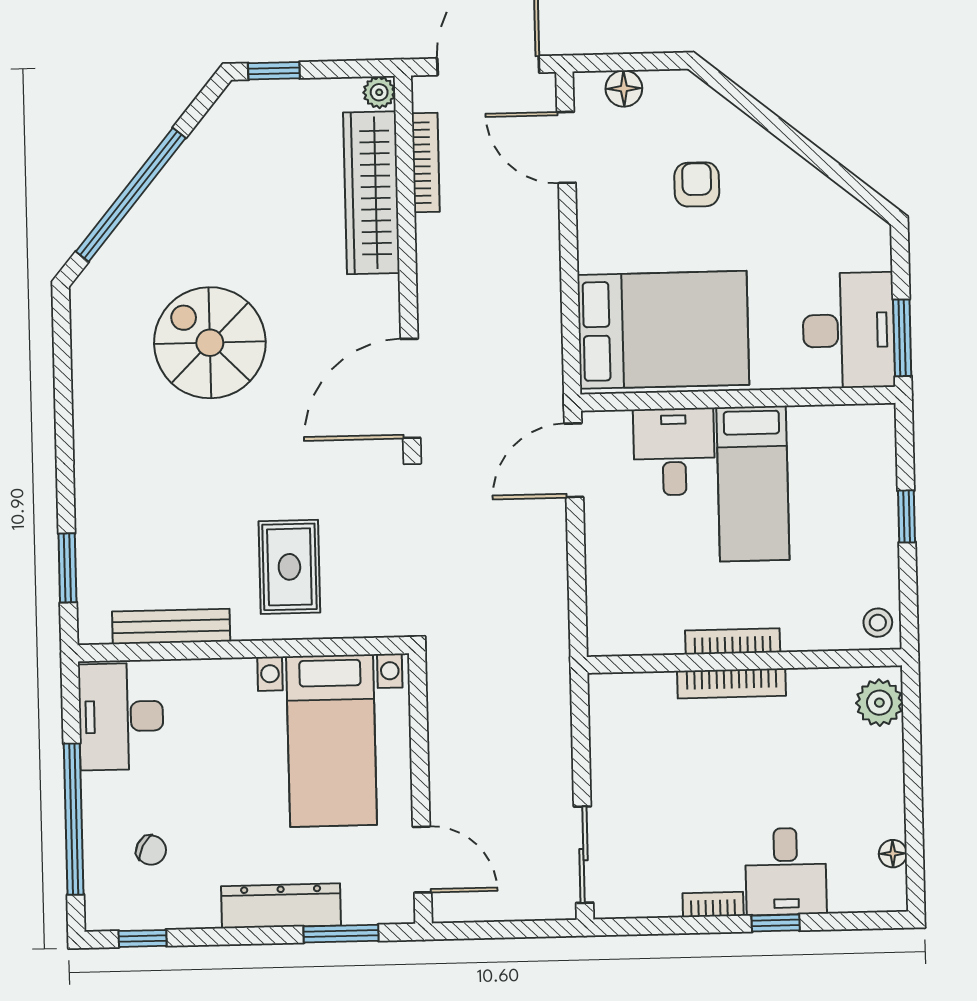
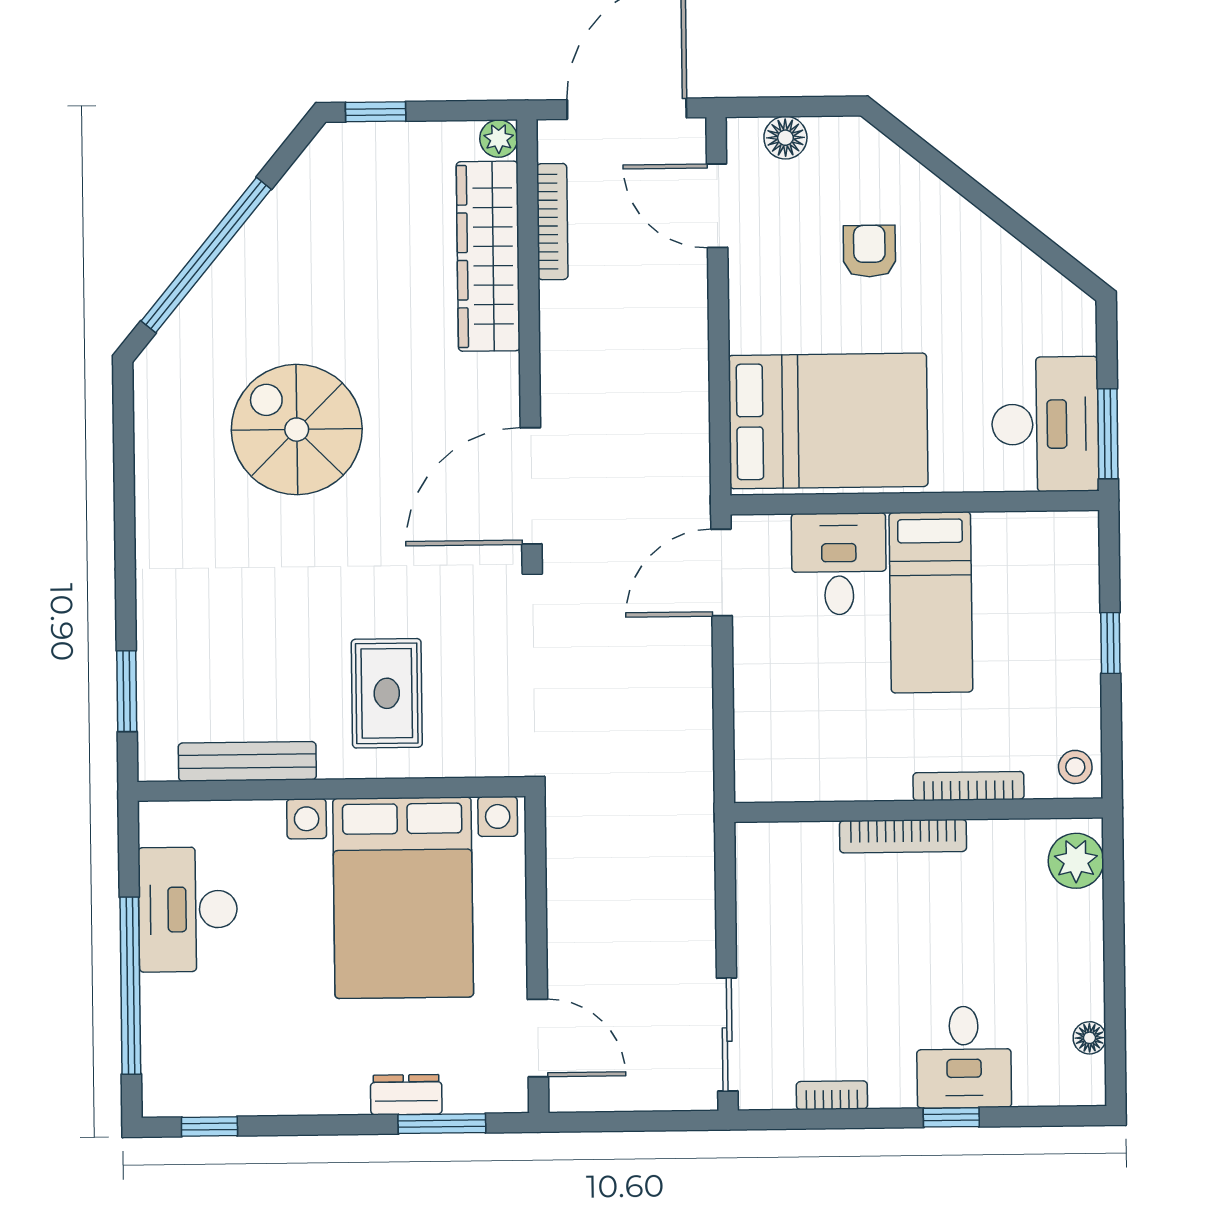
bookcase: (733, 641) -> (968, 786), moved
desk: (121, 717) -> (188, 909), moved
bed with nightstands: (332, 741) -> (403, 898), width x1.36
chair: (151, 850) -> (221, 1023), removed
bookcase: (713, 904) -> (832, 1095), moved
dresser: (281, 906) -> (406, 1095), width x0.51, depth x0.80

